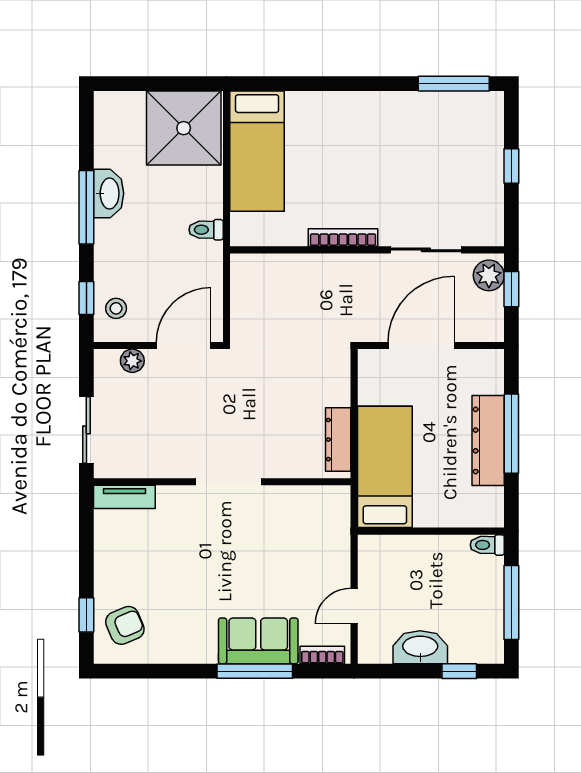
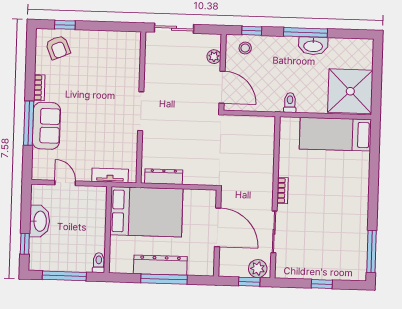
bookcase: (343, 238) -> (283, 191), width x0.64
bed: (385, 467) -> (146, 212), width x1.50
tv unit: (124, 497) -> (110, 175), moved, turned 90
bookcase: (322, 655) -> (39, 88), moved

